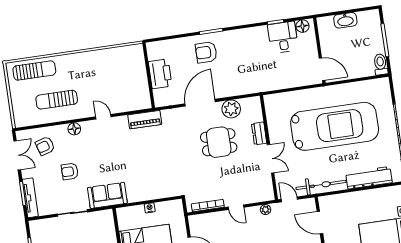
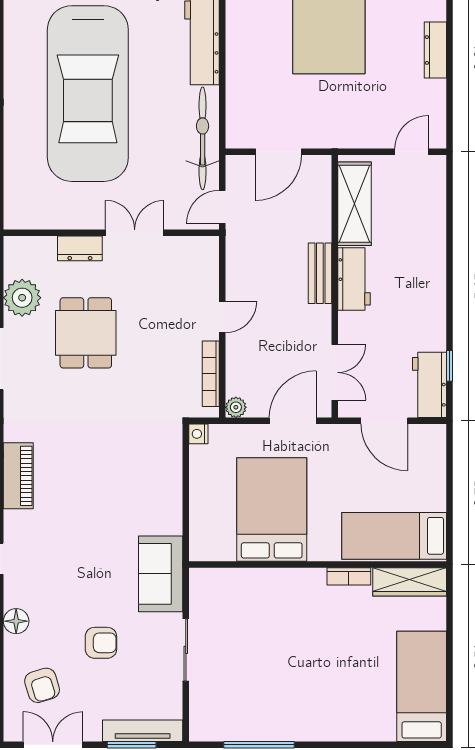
car: (335, 126) -> (88, 94), turned 180
armchair: (70, 171) -> (101, 643), turned -90
nightstand: (150, 208) -> (198, 434), moved
plant: (266, 210) -> (236, 407), moved

